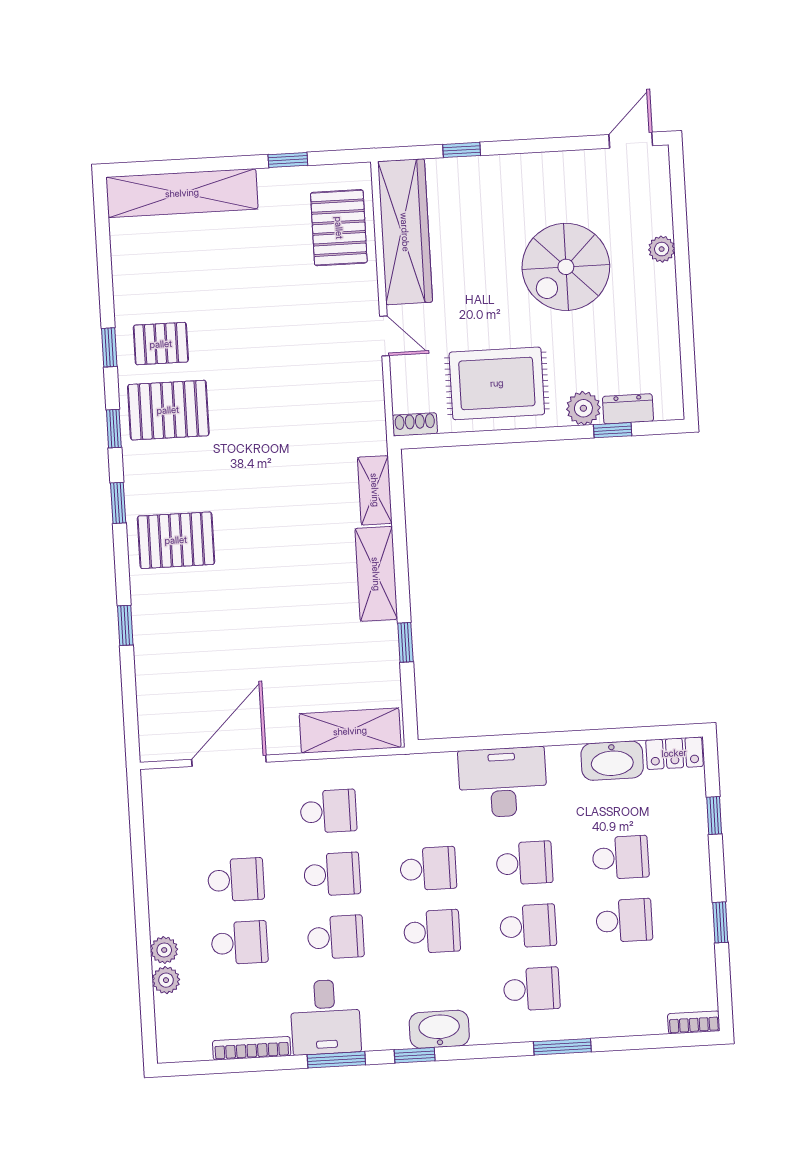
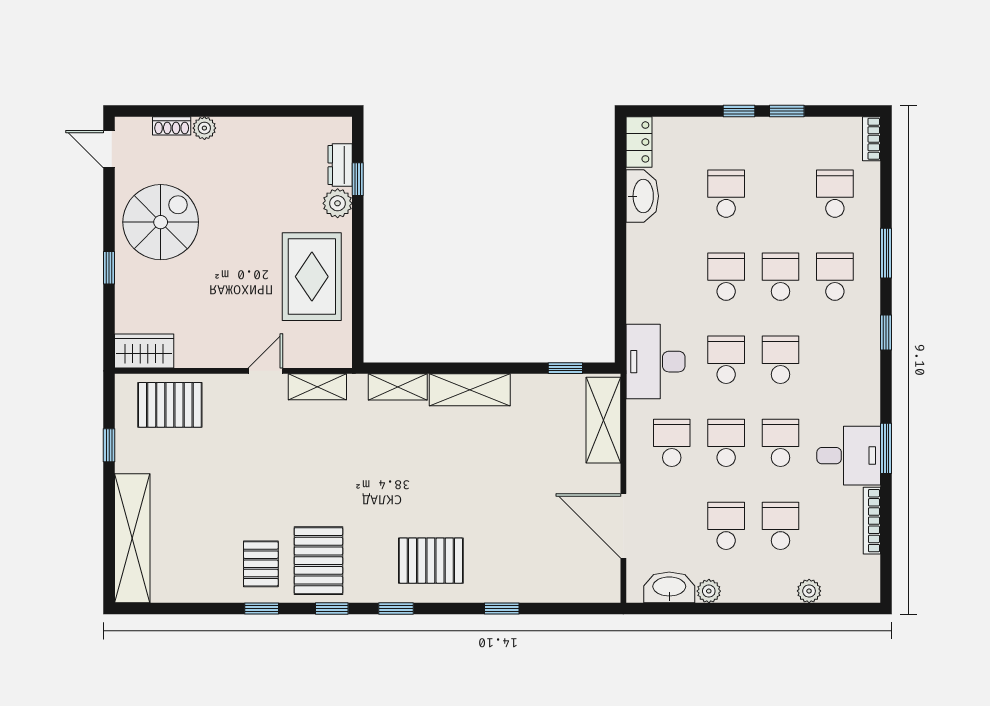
window: (462, 150) -> (109, 268), moved
wardrobe: (405, 232) -> (144, 351), width x0.48, depth x0.85
spiral stairs: (566, 267) -> (161, 222), moved, turned -90
shelving: (370, 397) -> (317, 387), added
shoe rack: (415, 424) -> (172, 126), moved, turned -90
pallet: (176, 540) -> (431, 561), turned 90
window: (405, 642) -> (565, 368), moved
desk: (503, 782) -> (656, 362), moved
window: (714, 816) -> (739, 111), moved
school desk: (624, 921) -> (835, 194), moved
plant: (164, 950) -> (709, 591), moved
washbasin: (439, 1029) -> (669, 587), moved, turned 90
window: (415, 1055) -> (886, 332), moved

